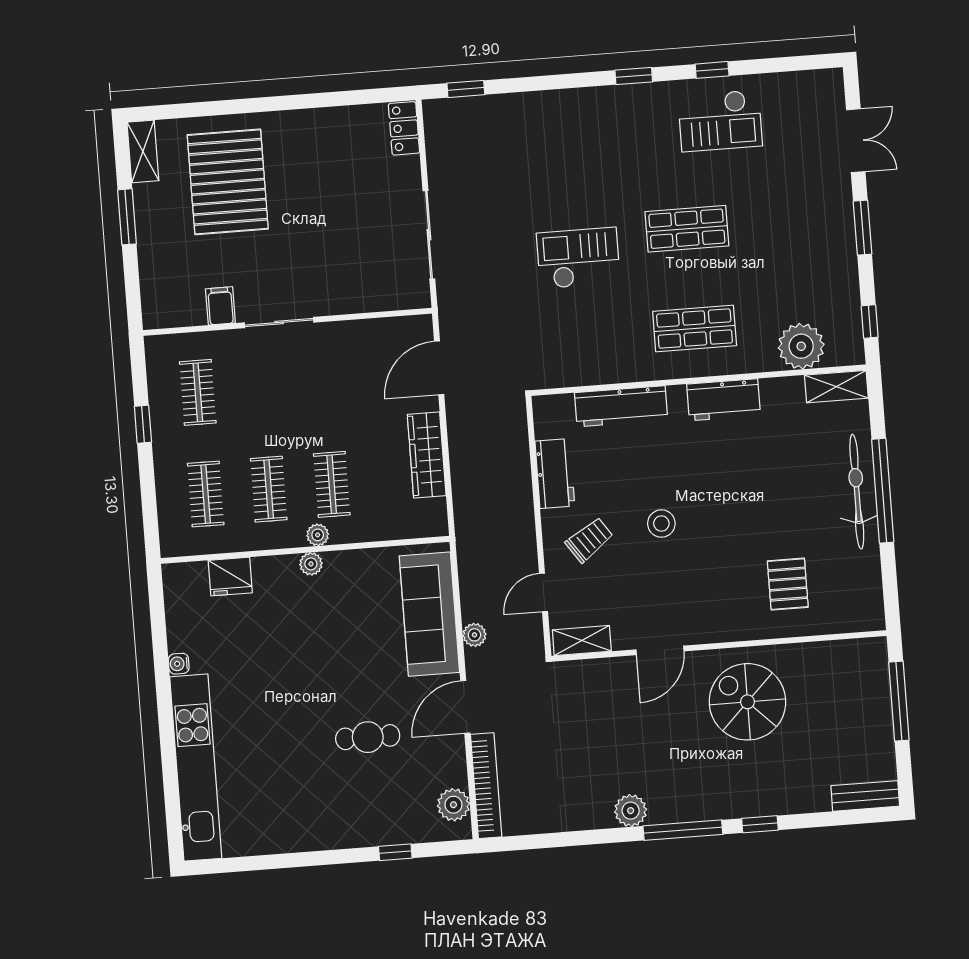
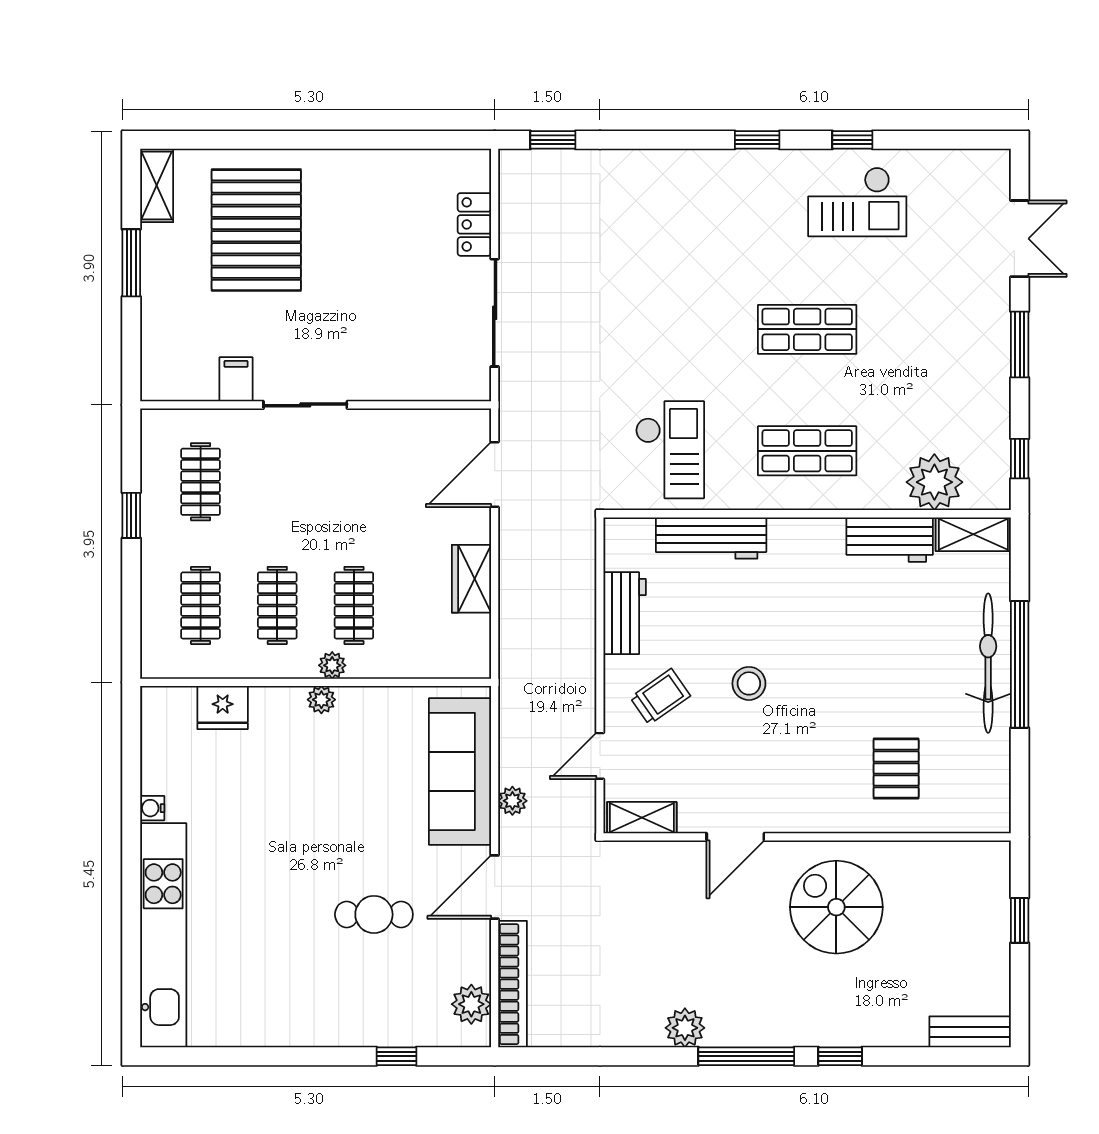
locker: (404, 128) -> (474, 224), moved
checkout: (578, 258) -> (670, 450), moved, turned 90
workbench: (724, 400) -> (890, 540), moved
wardrobe: (427, 455) -> (471, 579), width x0.67
window: (899, 701) -> (1020, 920), width x0.46

